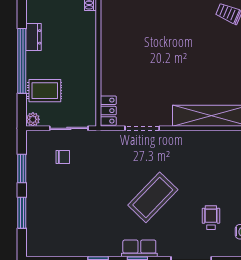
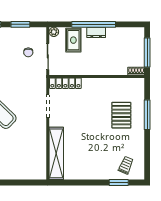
pallet: (155, 20) -> (121, 115), added
dresser: (34, 37) -> (96, 32), moved
locker: (108, 111) -> (65, 83), width x1.53

